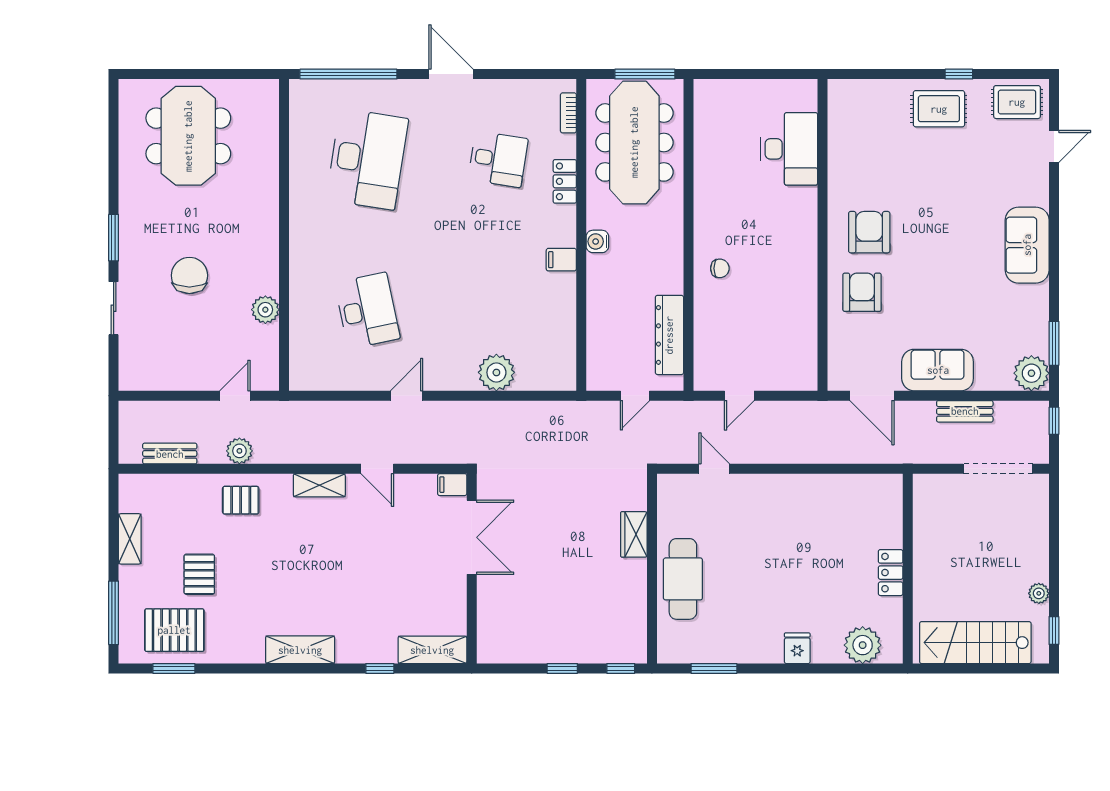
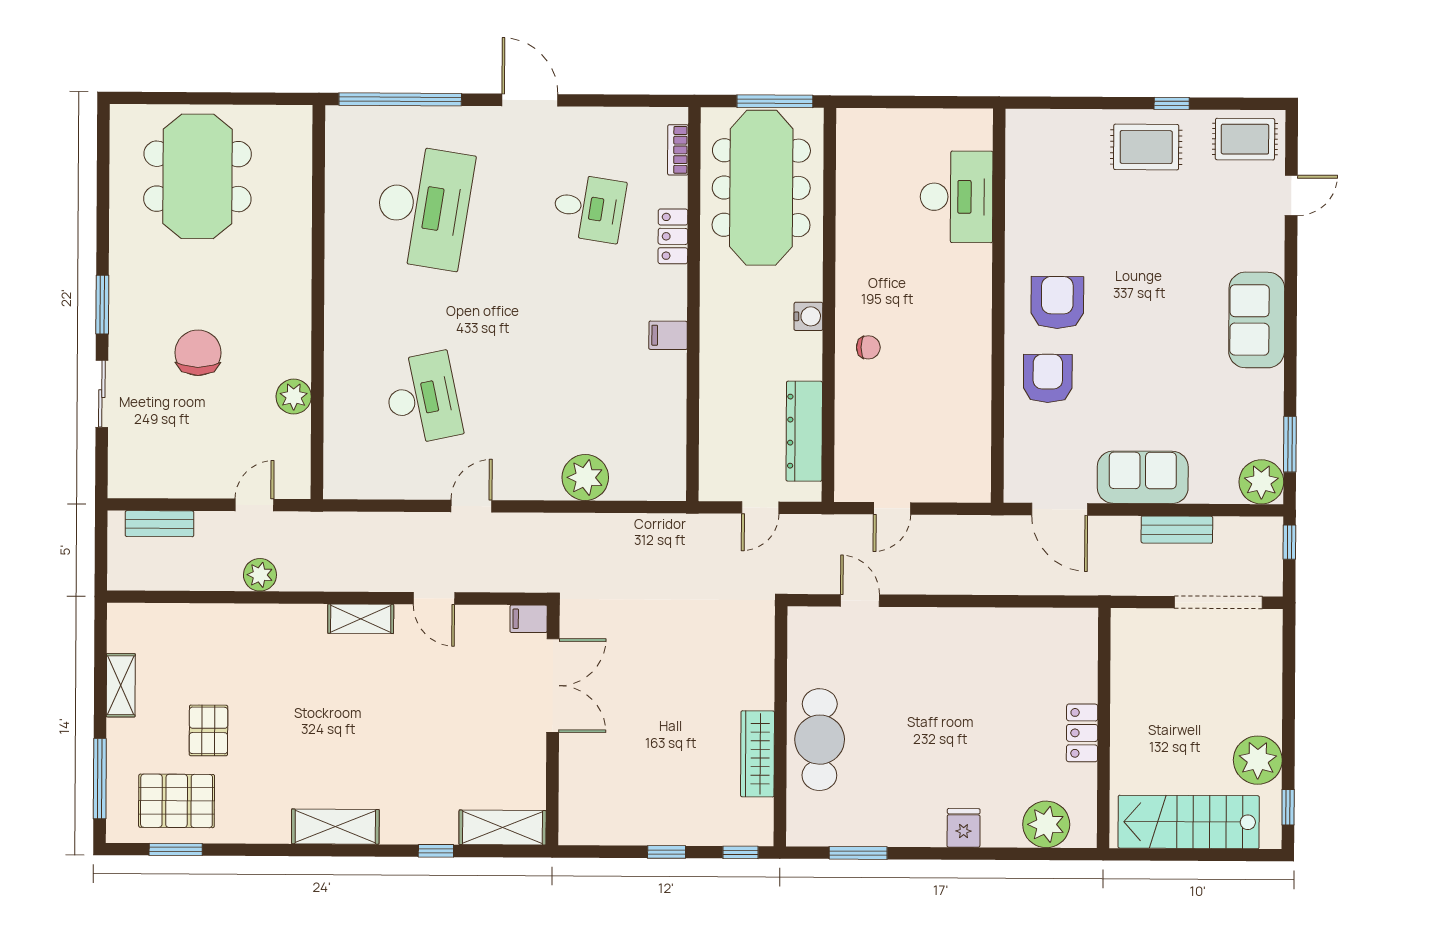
water cooler: (597, 241) -> (808, 316), moved, turned 180
bench: (170, 454) -> (160, 524), moved
pallet: (241, 500) -> (261, 637), removed
wardrobe: (634, 534) -> (758, 754), moved, width x1.50
plant: (1039, 593) -> (1258, 760), width x1.88, depth x1.88

